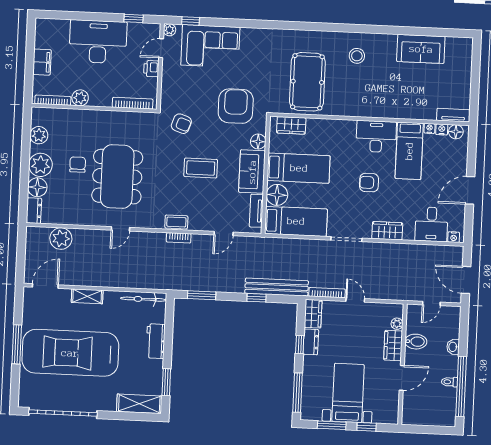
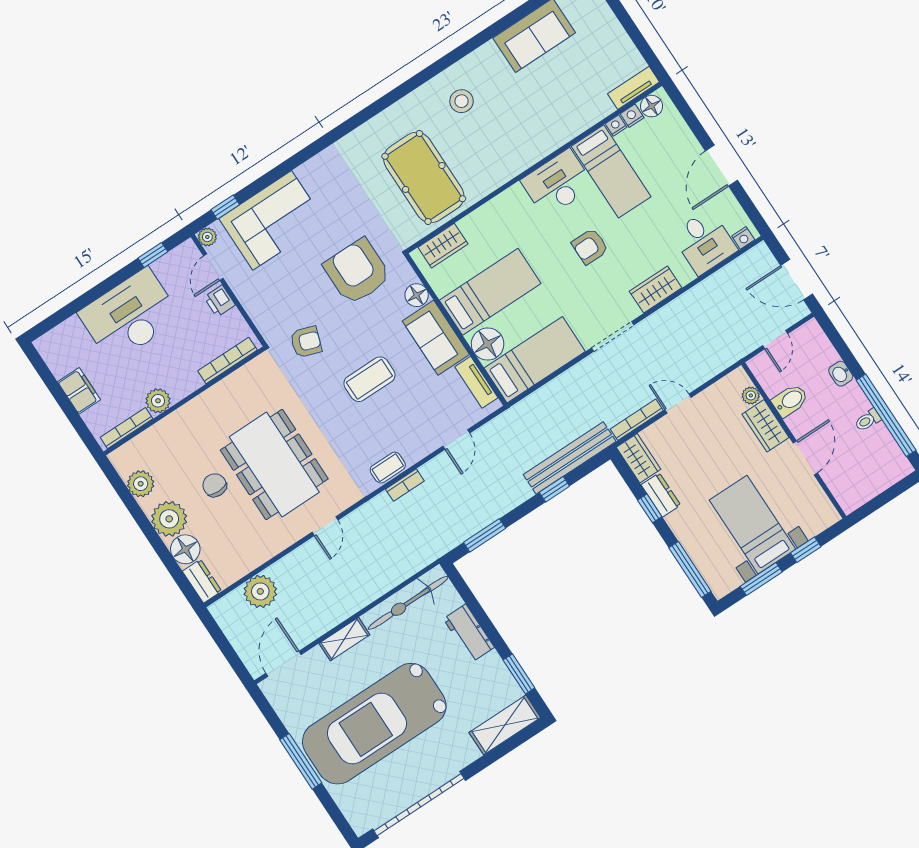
bicycle: (143, 299) -> (408, 603), width x1.37, depth x1.40

